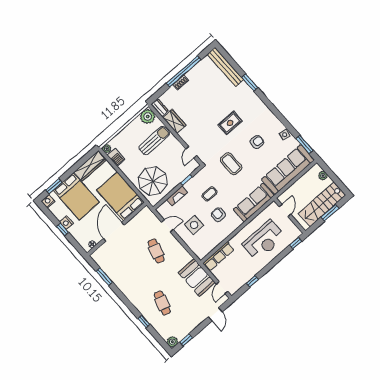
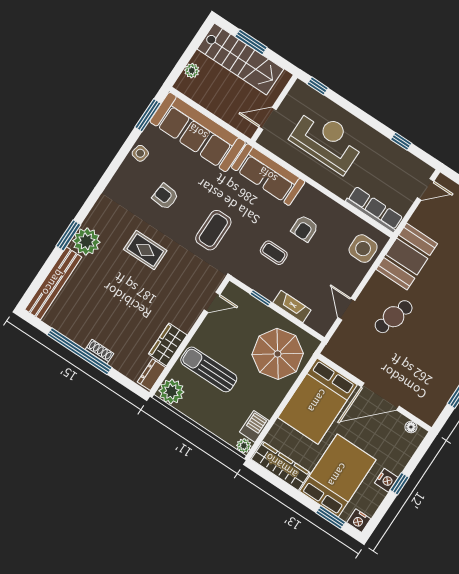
plant: (244, 92) -> (86, 241), added
side table: (194, 225) -> (363, 249), moved
booth: (197, 278) -> (407, 257), moved

